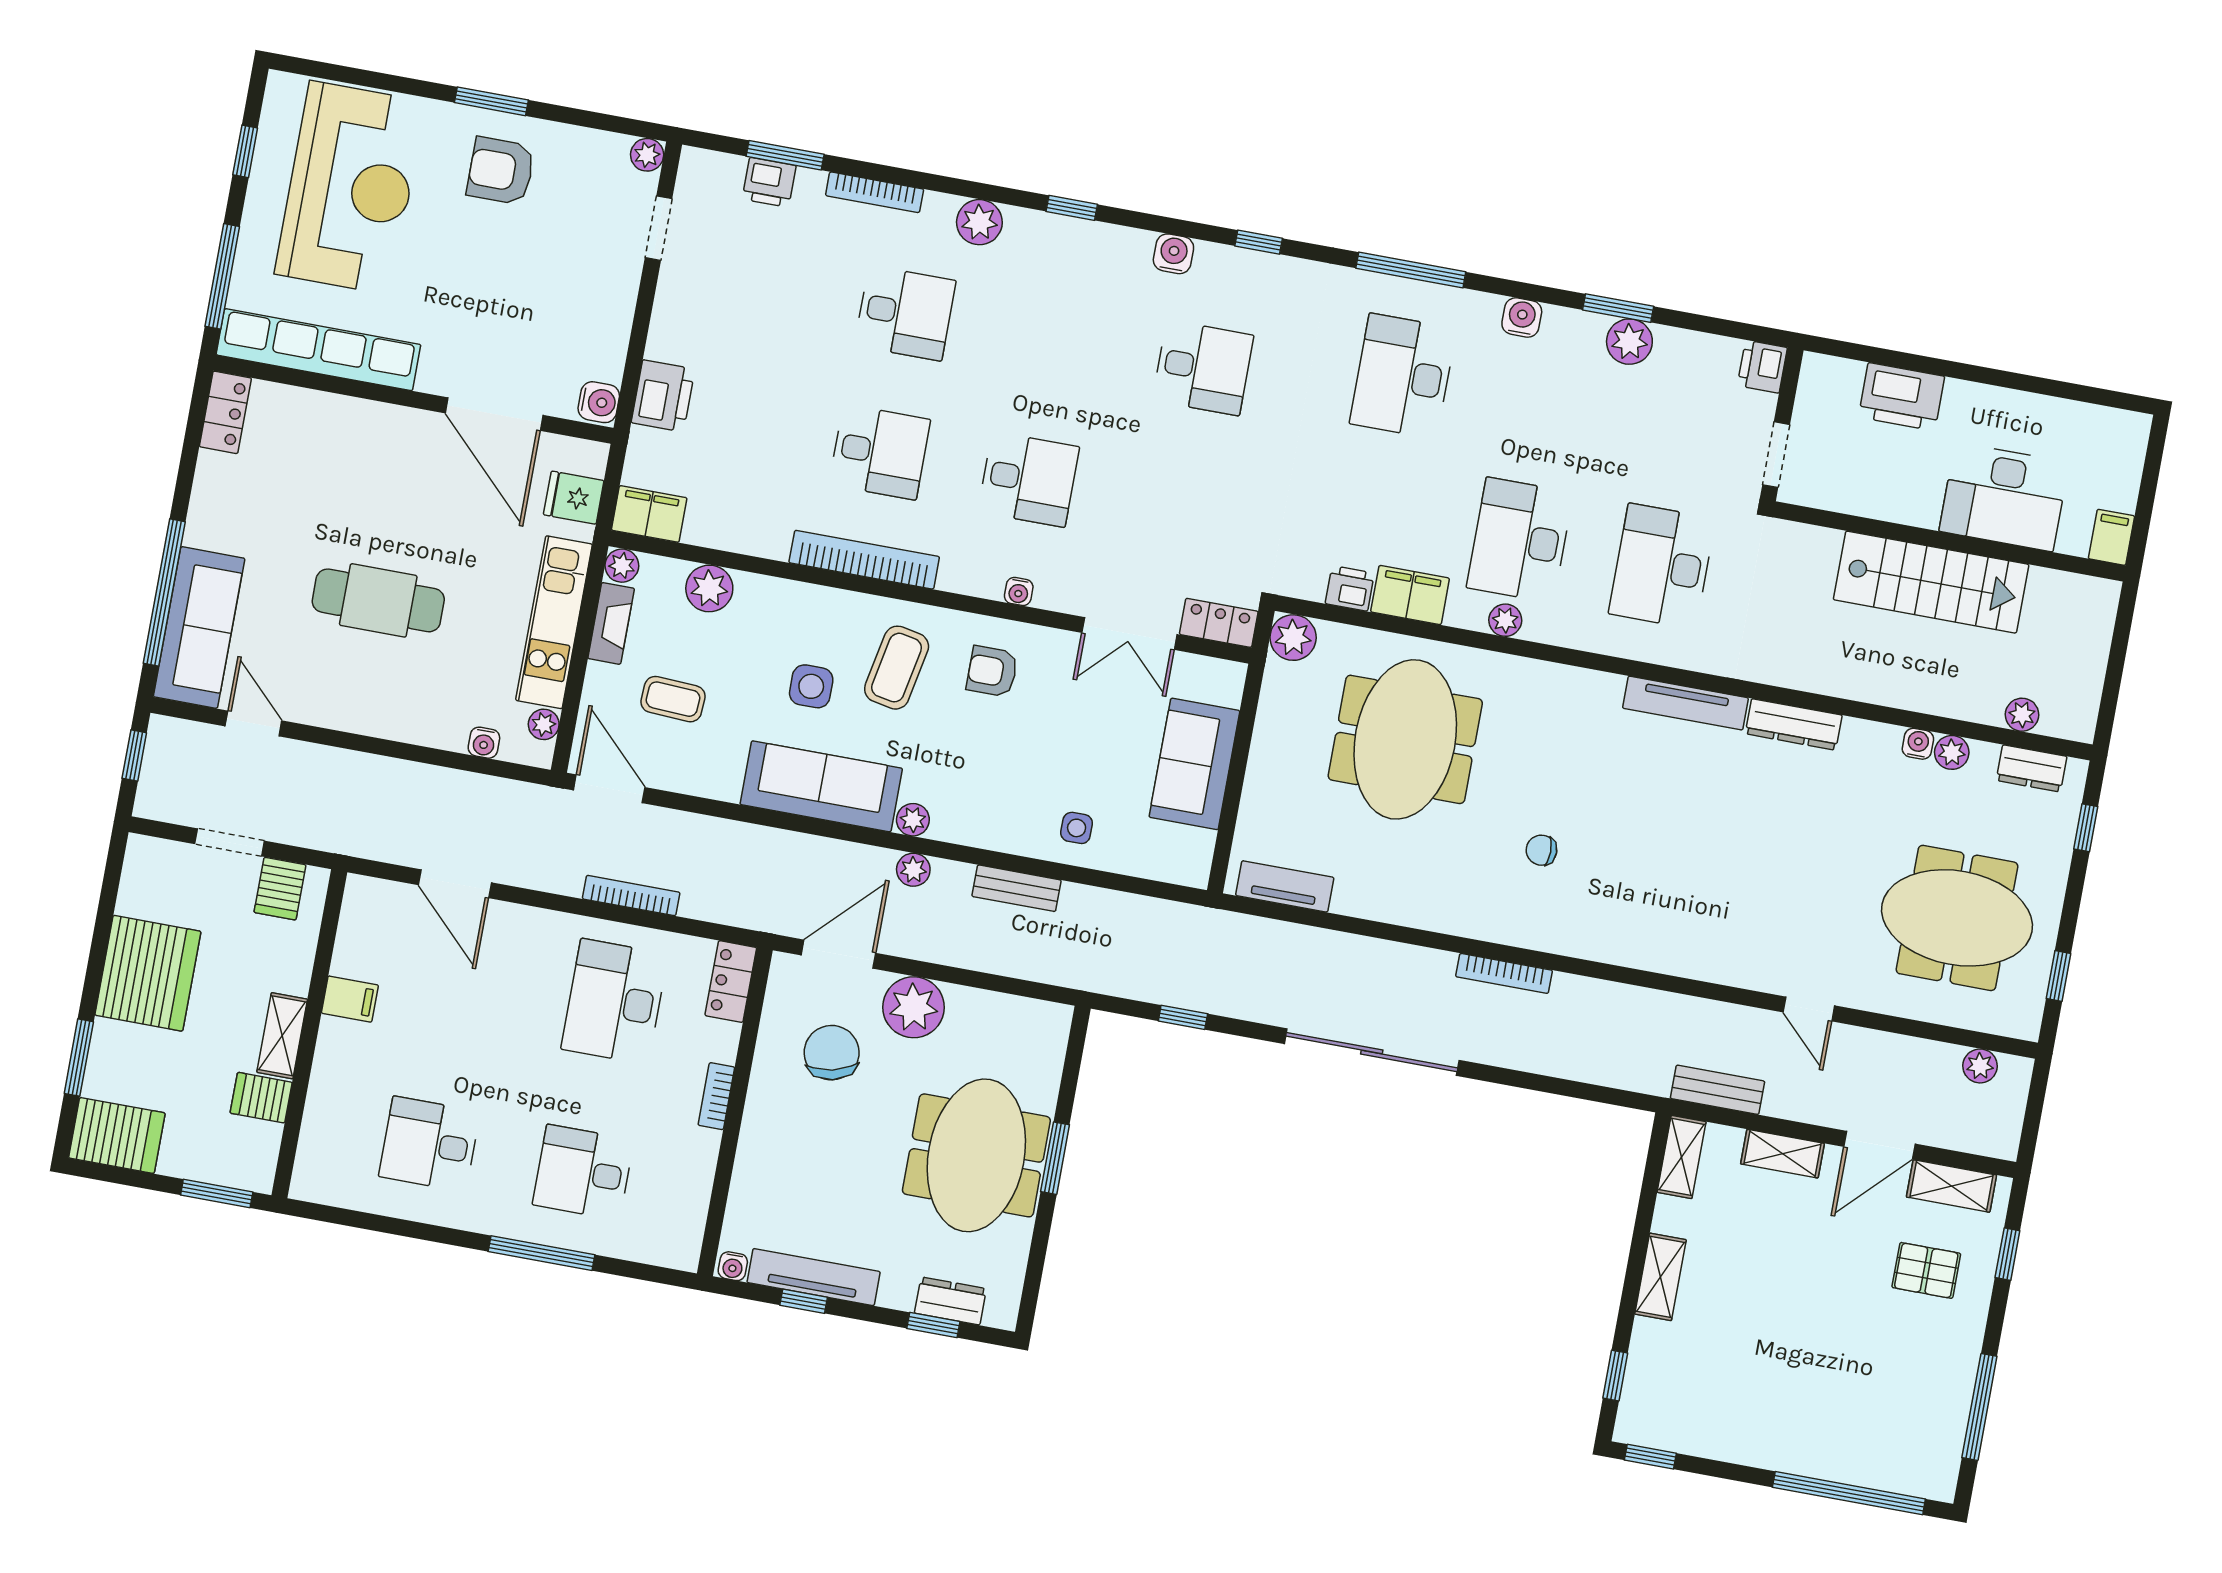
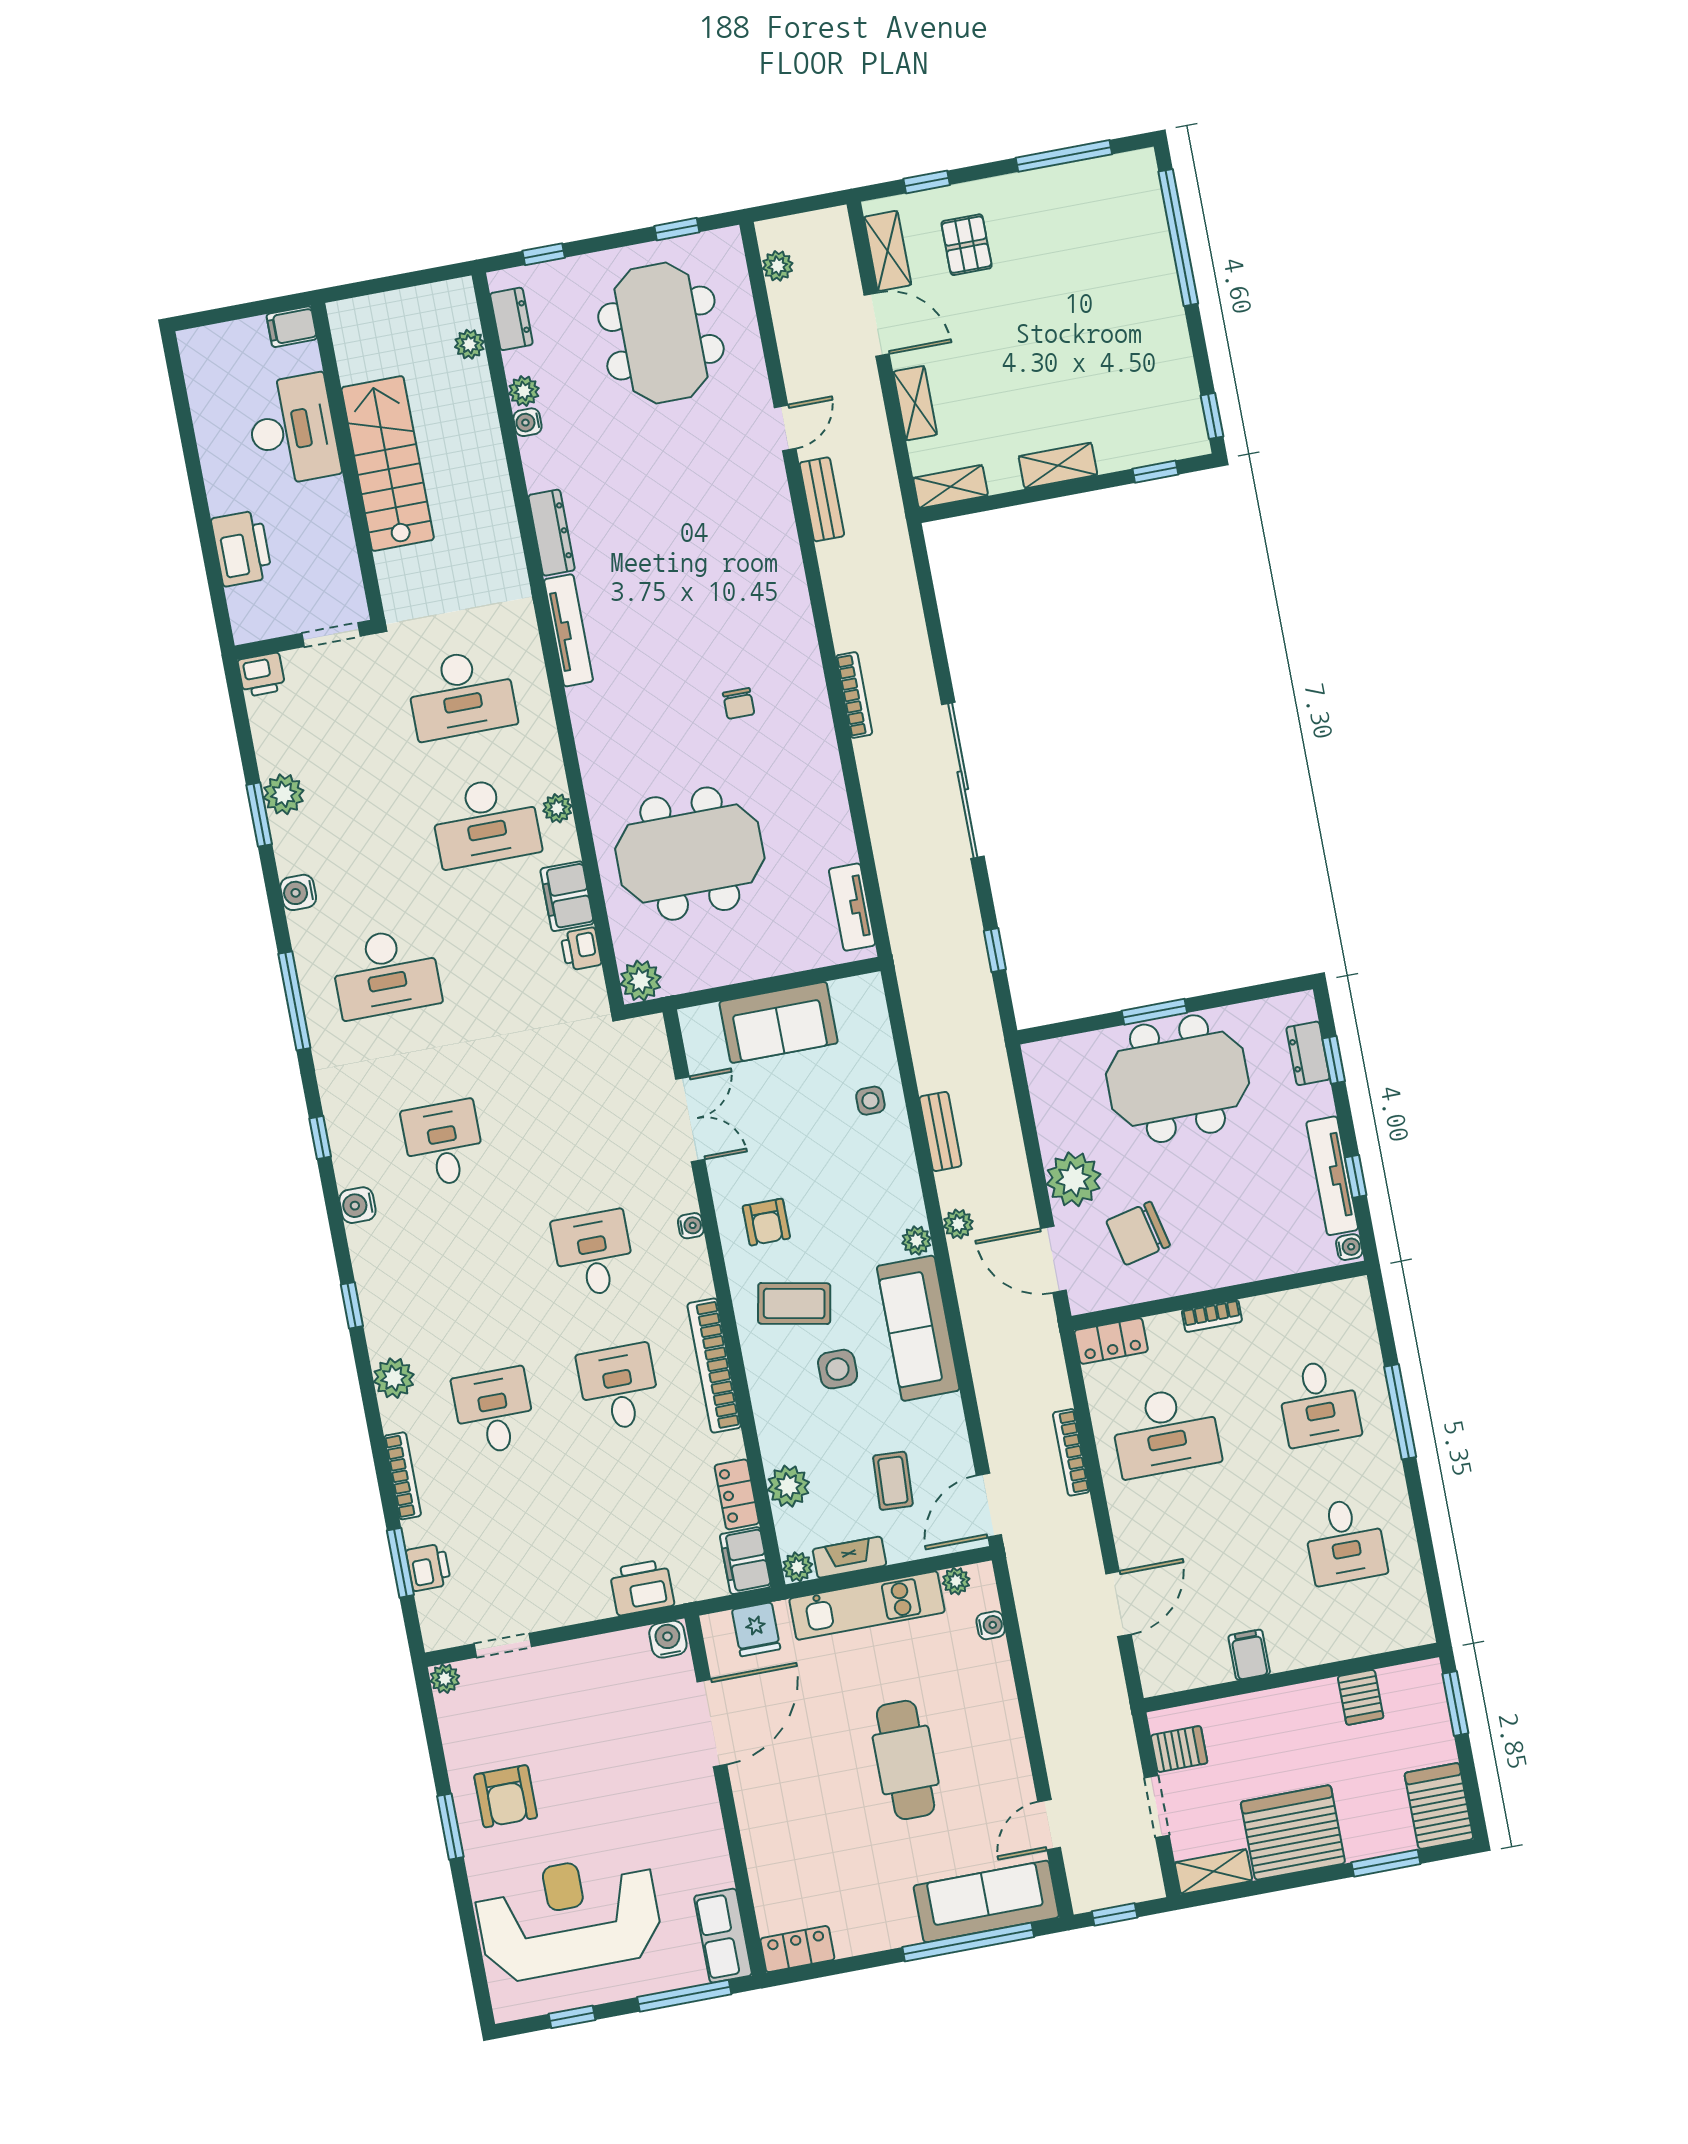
row of seats: (318, 350) -> (723, 1936), width x0.50
locker: (1219, 623) -> (737, 1494), moved
shelving: (282, 1036) -> (1214, 1872), moved
bench: (1718, 1090) -> (822, 499), moved

